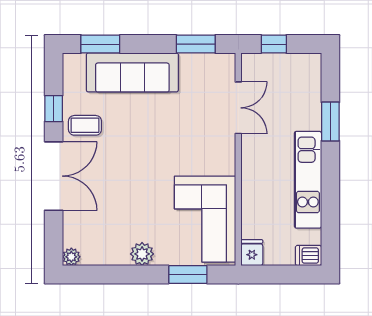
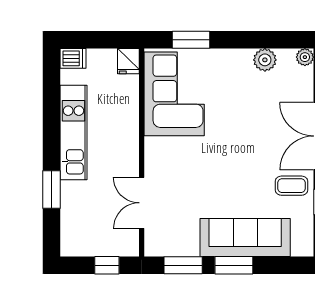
window: (100, 44) -> (234, 265), moved
plant: (142, 254) -> (265, 60), moved

